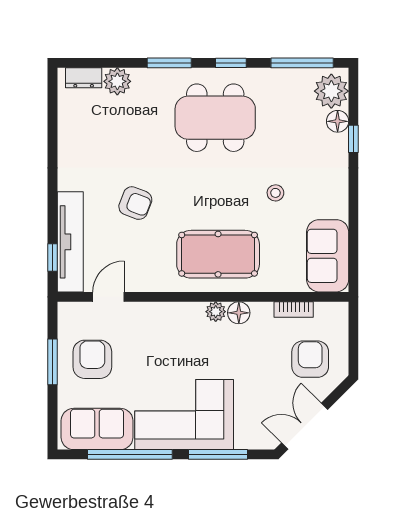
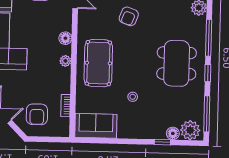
window: (169, 63) -> (209, 38), width x1.44
floor lamp: (239, 313) -> (65, 38), moved
armchair: (310, 359) -> (37, 114), turned 90

